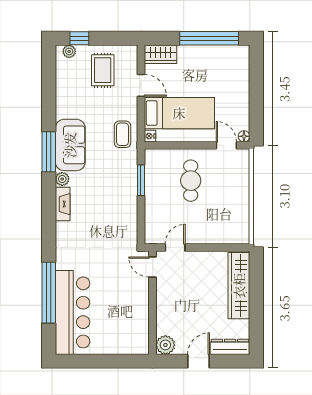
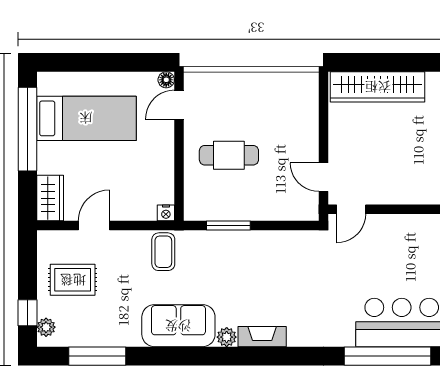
bed: (179, 113) -> (86, 118), moved, turned 90
coffee table: (122, 134) -> (163, 252), turned 90
window: (49, 152) -> (97, 356), moved

